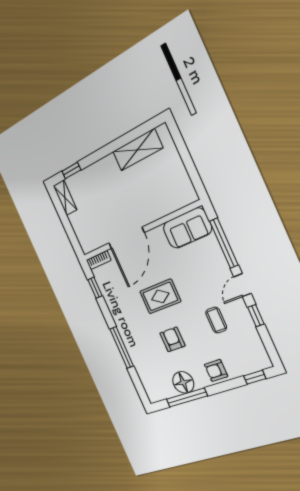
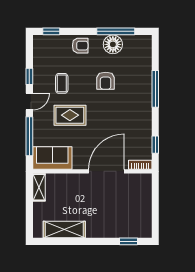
shelving: (65, 198) -> (39, 187), moved
rug: (160, 296) -> (70, 115), moved

